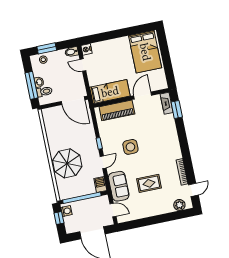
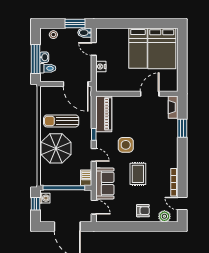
window: (47, 48) -> (75, 24), moved
nightstand: (87, 49) -> (101, 67), moved
bed: (110, 92) -> (138, 48), moved, turned 90
window: (177, 109) -> (182, 128), moved
piano: (117, 110) -> (104, 114), moved, turned -90
sun lounger: (67, 137) -> (61, 121), added
door: (103, 162) -> (94, 155), hinge flipped
rug: (149, 183) -> (138, 174), moved, turned 90
door: (193, 190) -> (182, 203), swing flipped
armchair: (159, 204) -> (143, 211), added

